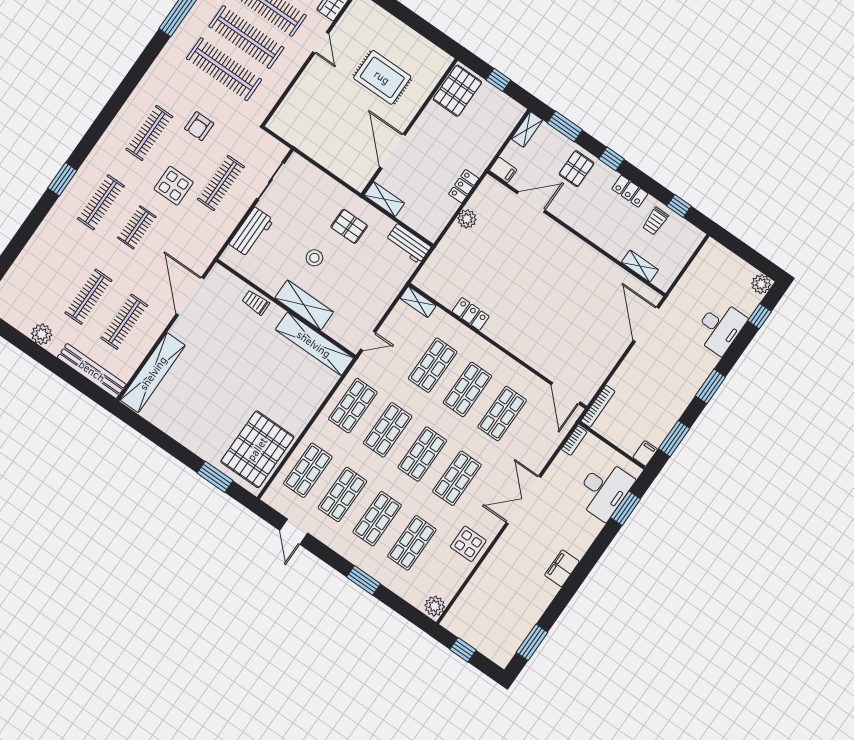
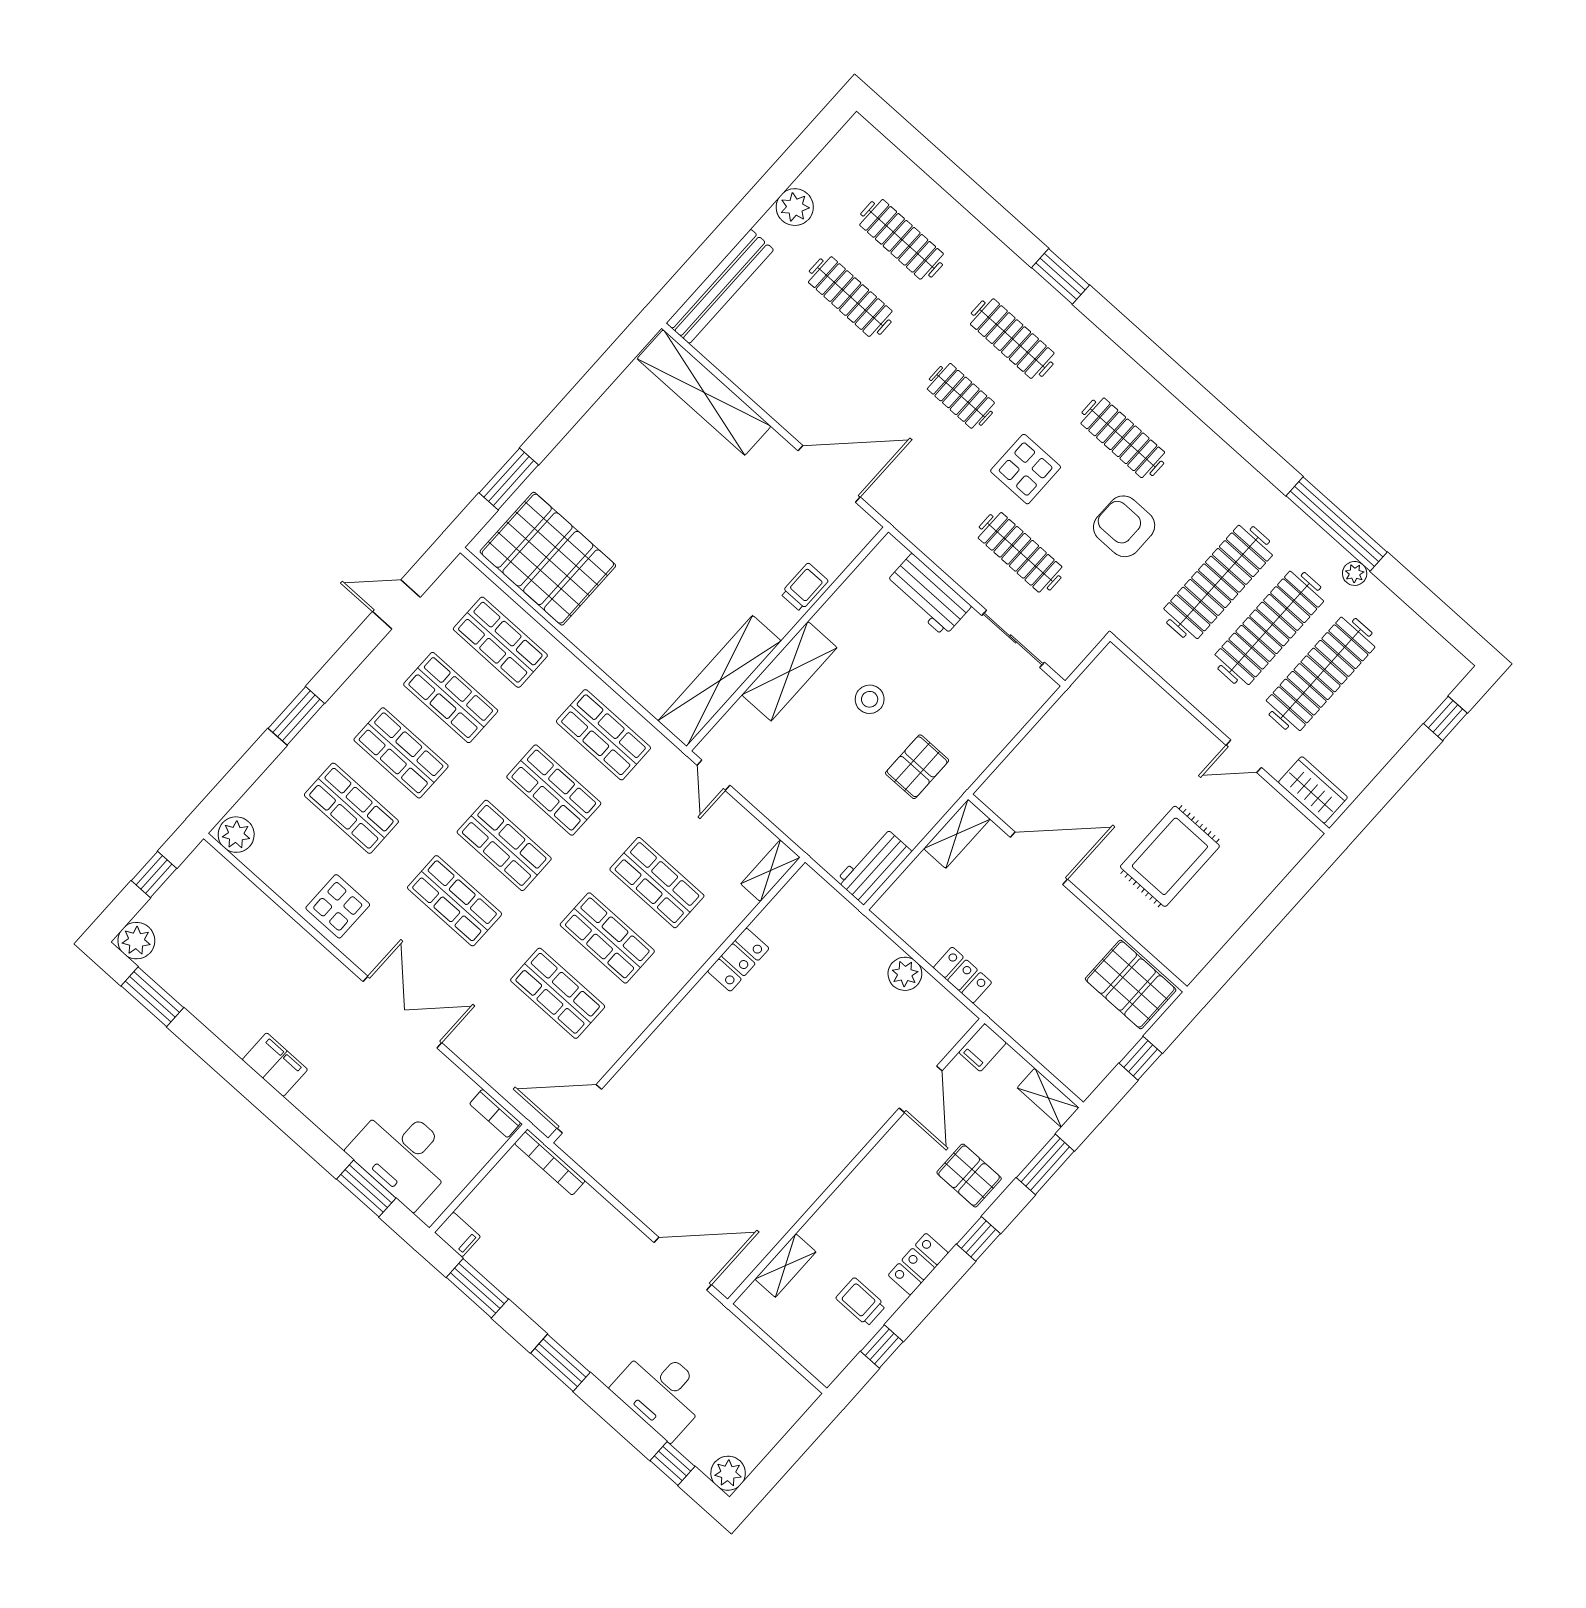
armchair: (199, 126) -> (1124, 526), width x1.38, depth x1.38
clothes rail: (124, 322) -> (902, 239), moved
plant: (502, 655) -> (136, 941), added

